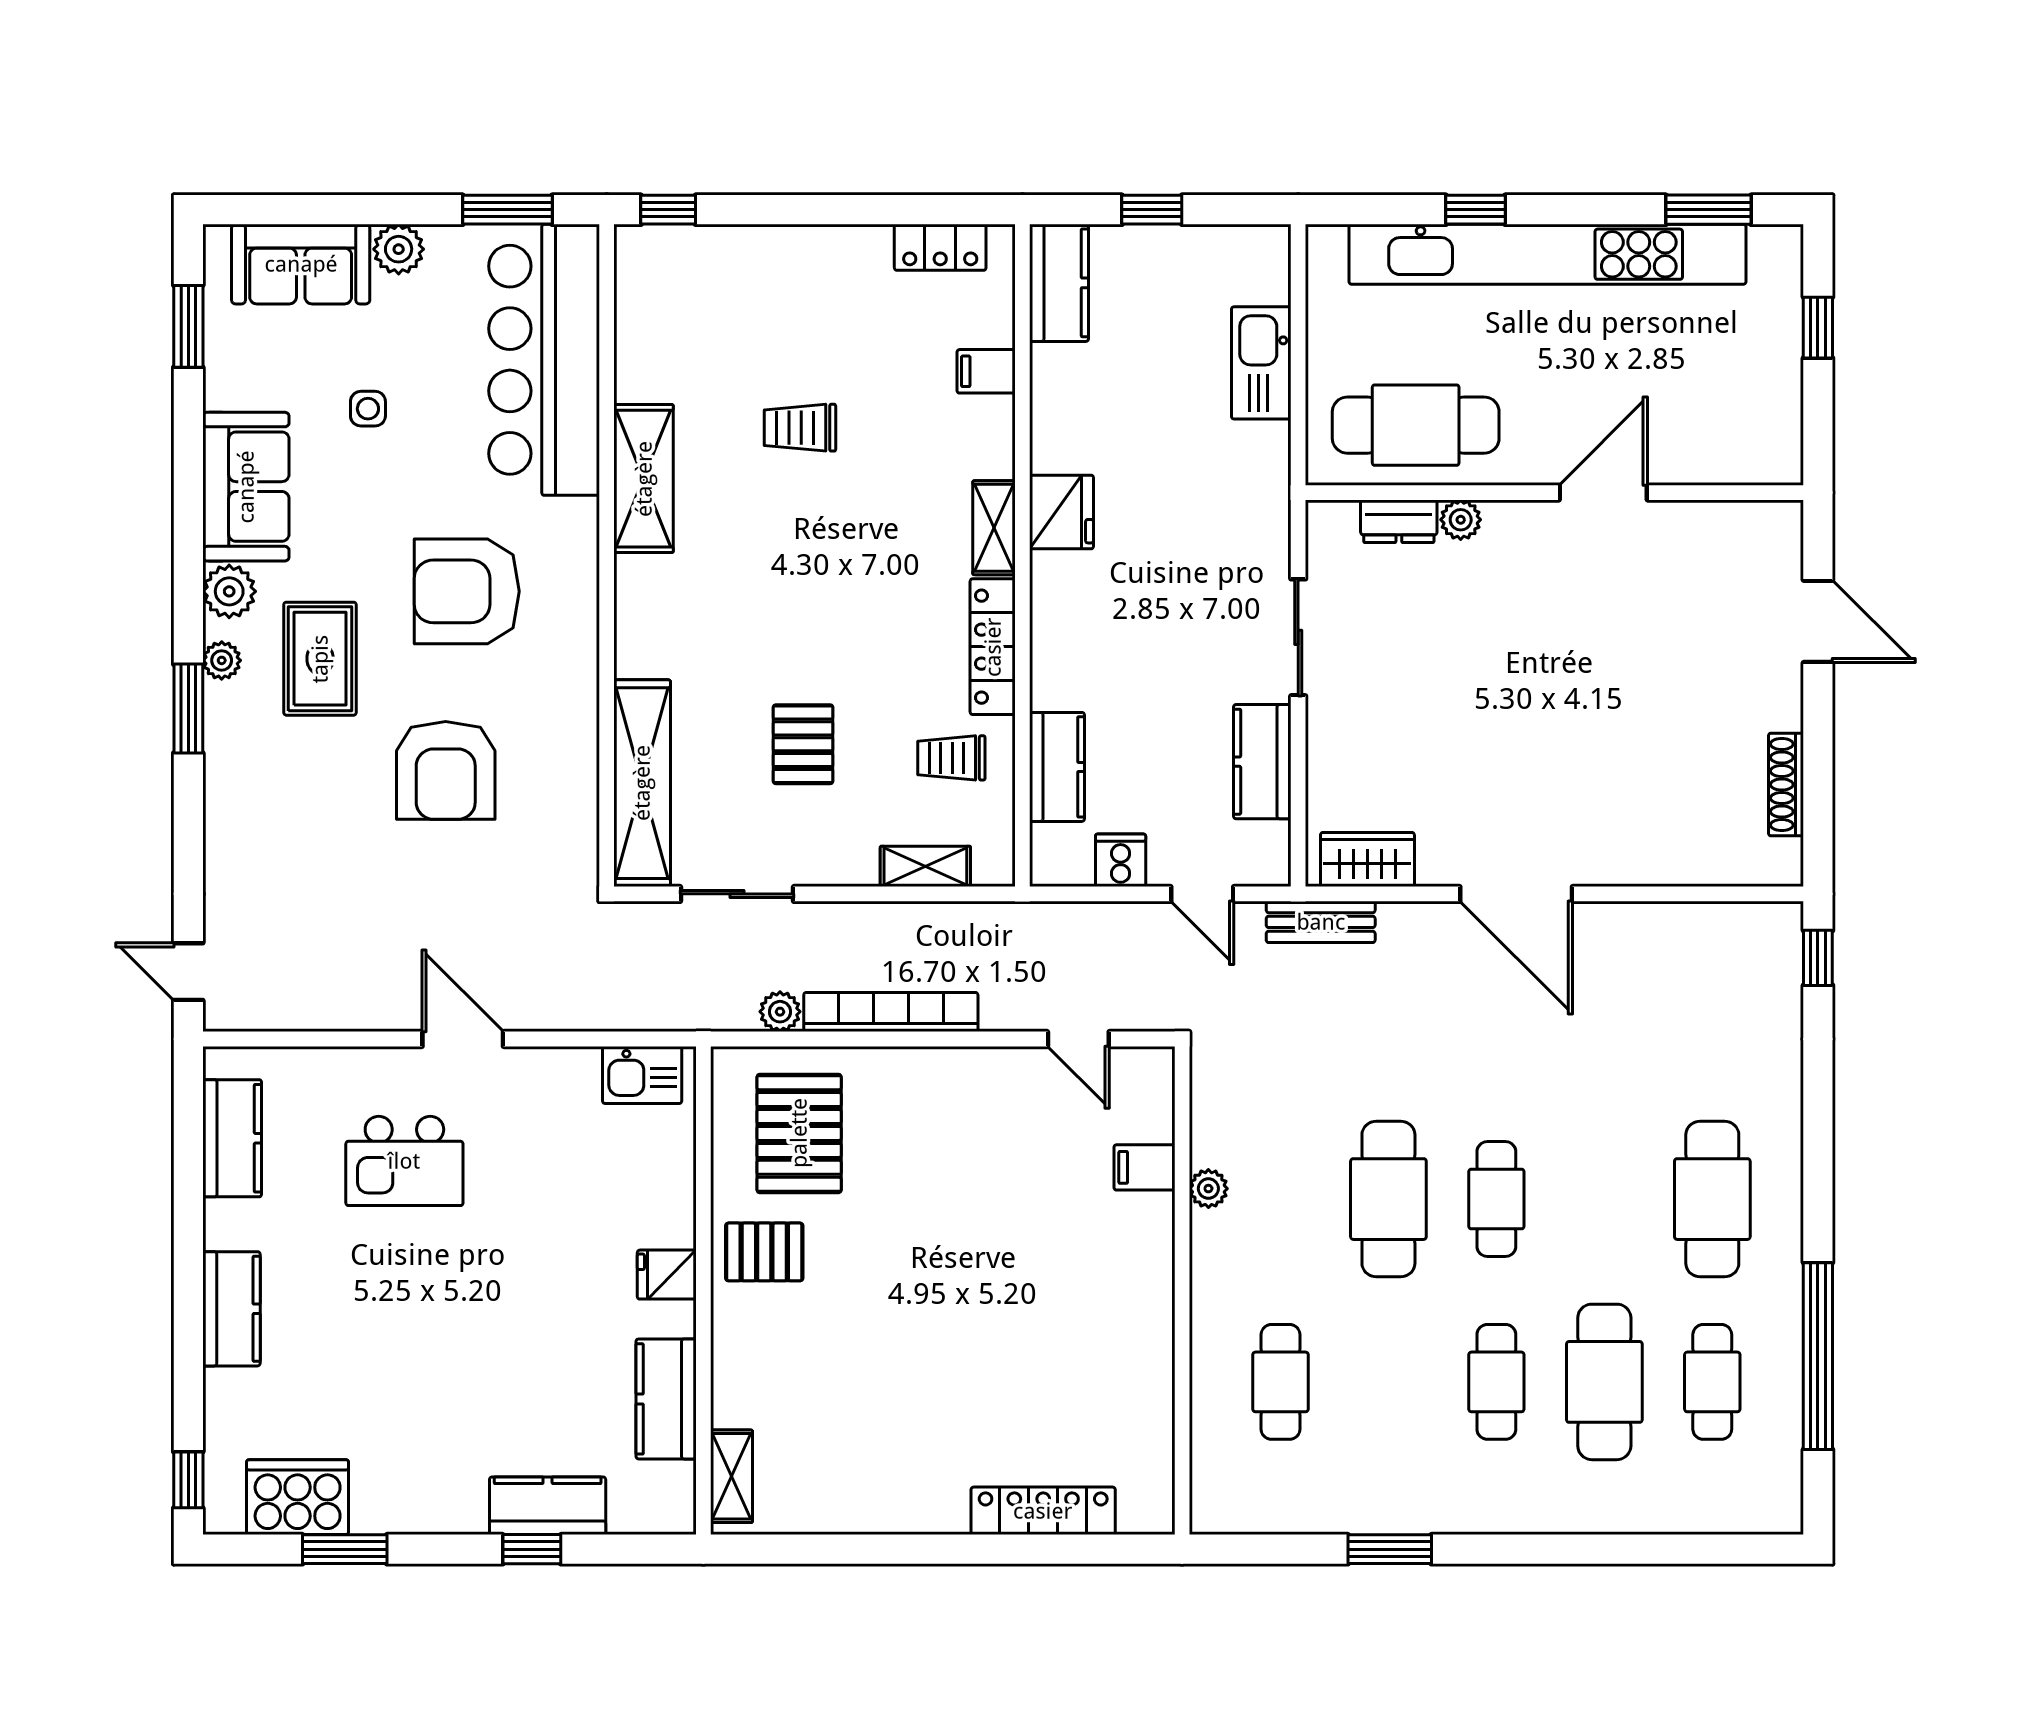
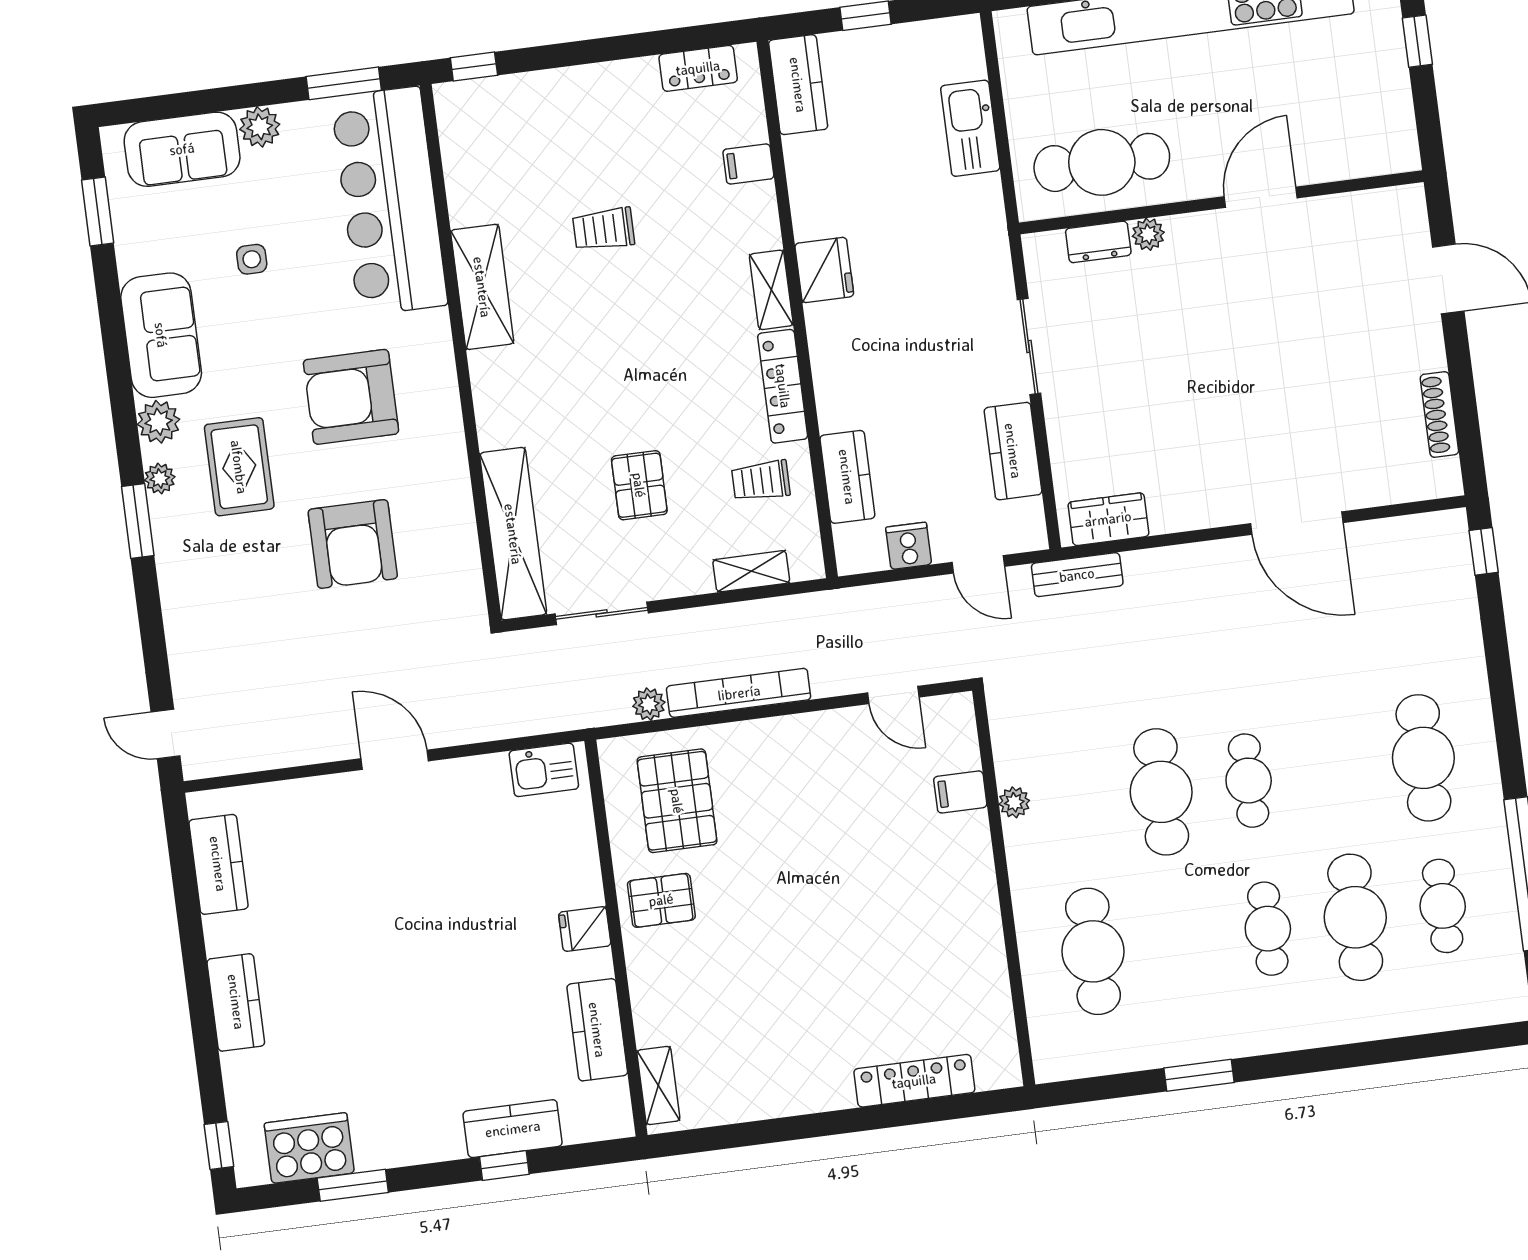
door: (1516, 894) -> (1297, 523), moved
kitchen island: (404, 1161) -> (360, 864), removed
cafe table: (1281, 1382) -> (1093, 951), width x1.37, depth x1.35

